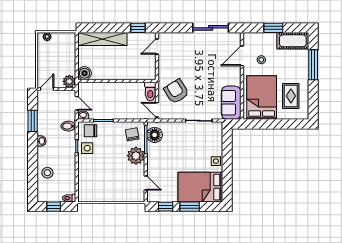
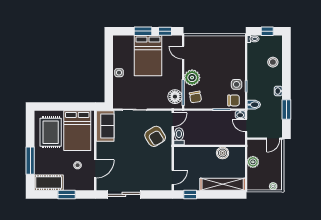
boiler: (84, 73) -> (223, 153), moved
plant: (69, 81) -> (253, 162), moved
rug: (291, 96) -> (51, 132), width x1.36, depth x1.43
door: (157, 110) -> (173, 120), hinge flipped
bed: (200, 187) -> (148, 56), moved, turned 90

